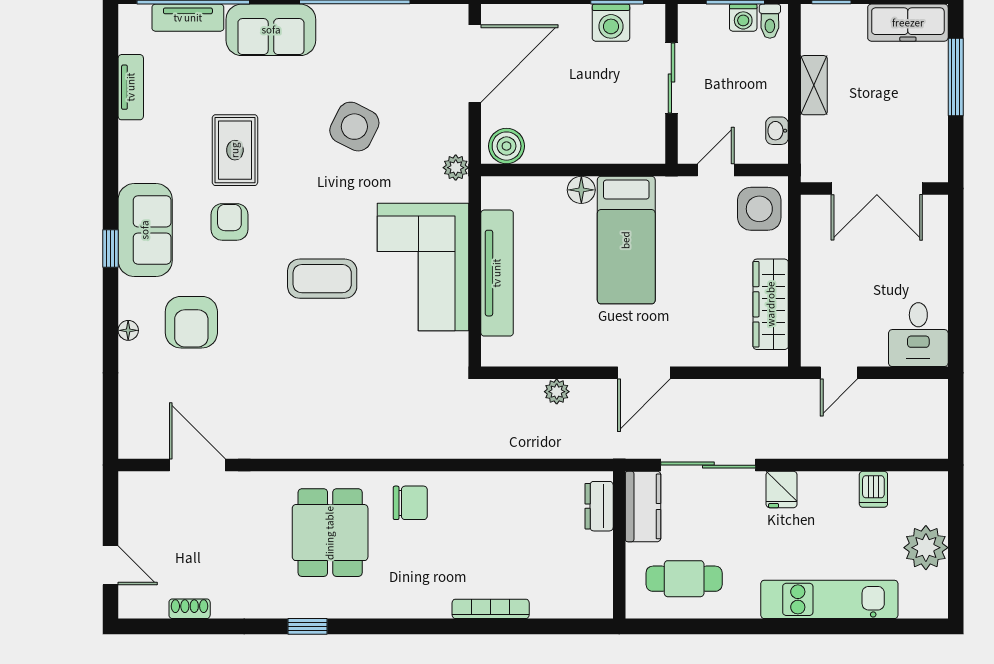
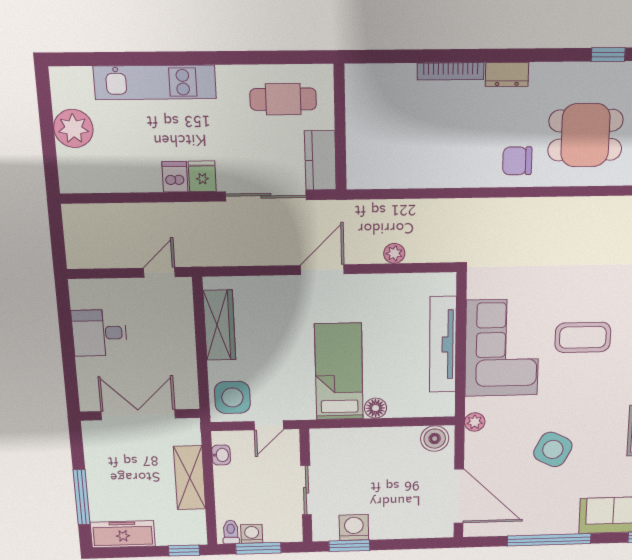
door: (475, 64) -> (459, 496), swing flipped
shelving: (814, 85) -> (190, 478), width x1.50, depth x1.33
desk: (918, 335) -> (99, 333), moved, turned -90
dishwasher: (873, 489) -> (175, 177), moved
dresser: (599, 506) -> (507, 74), moved, turned 90
dining table: (330, 533) -> (585, 135), turned 90

